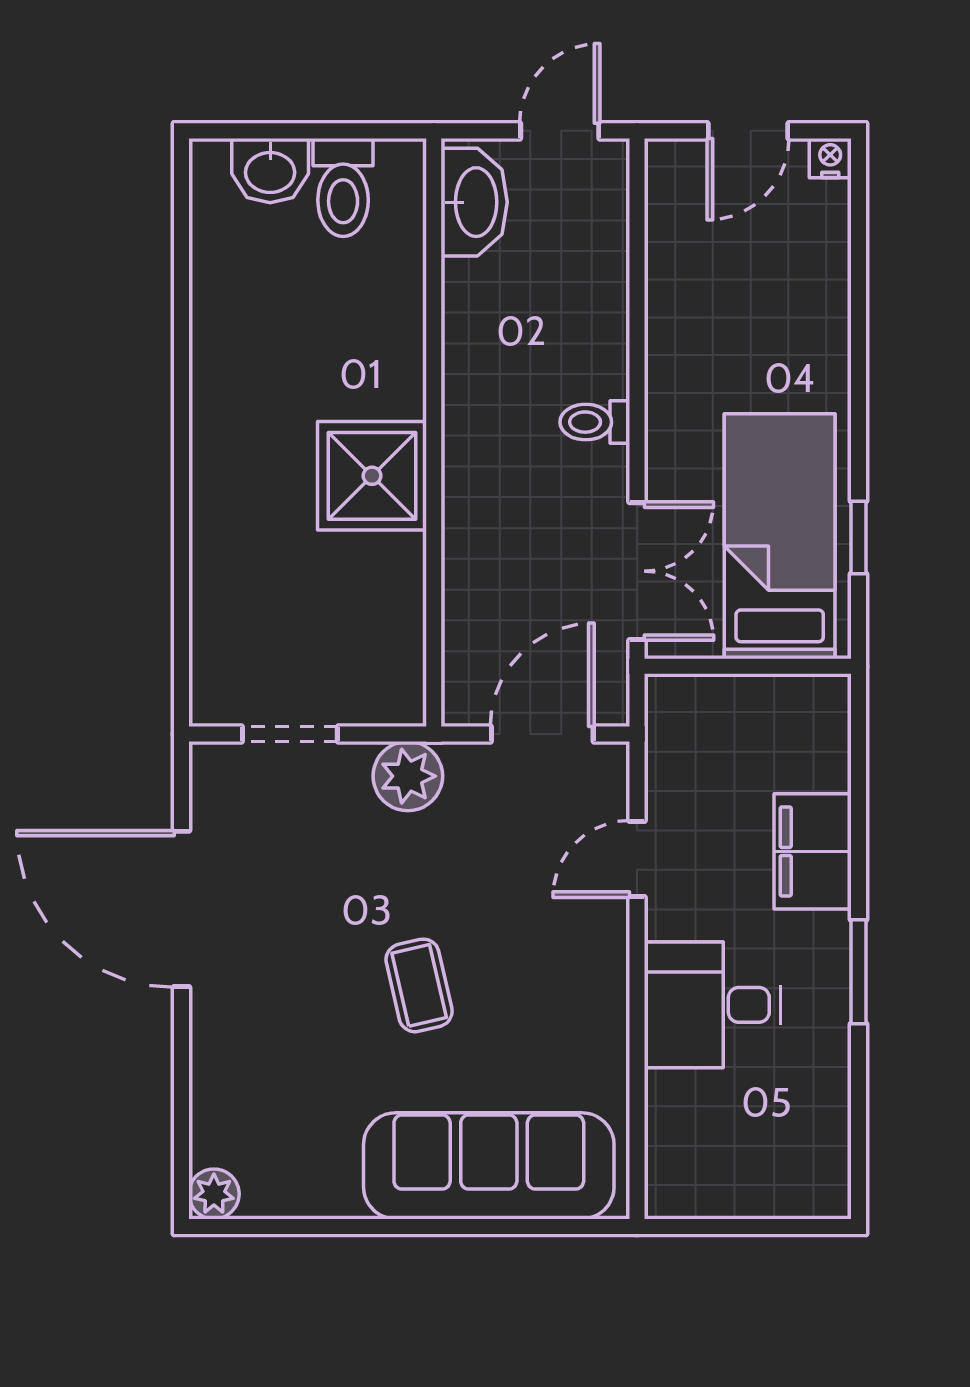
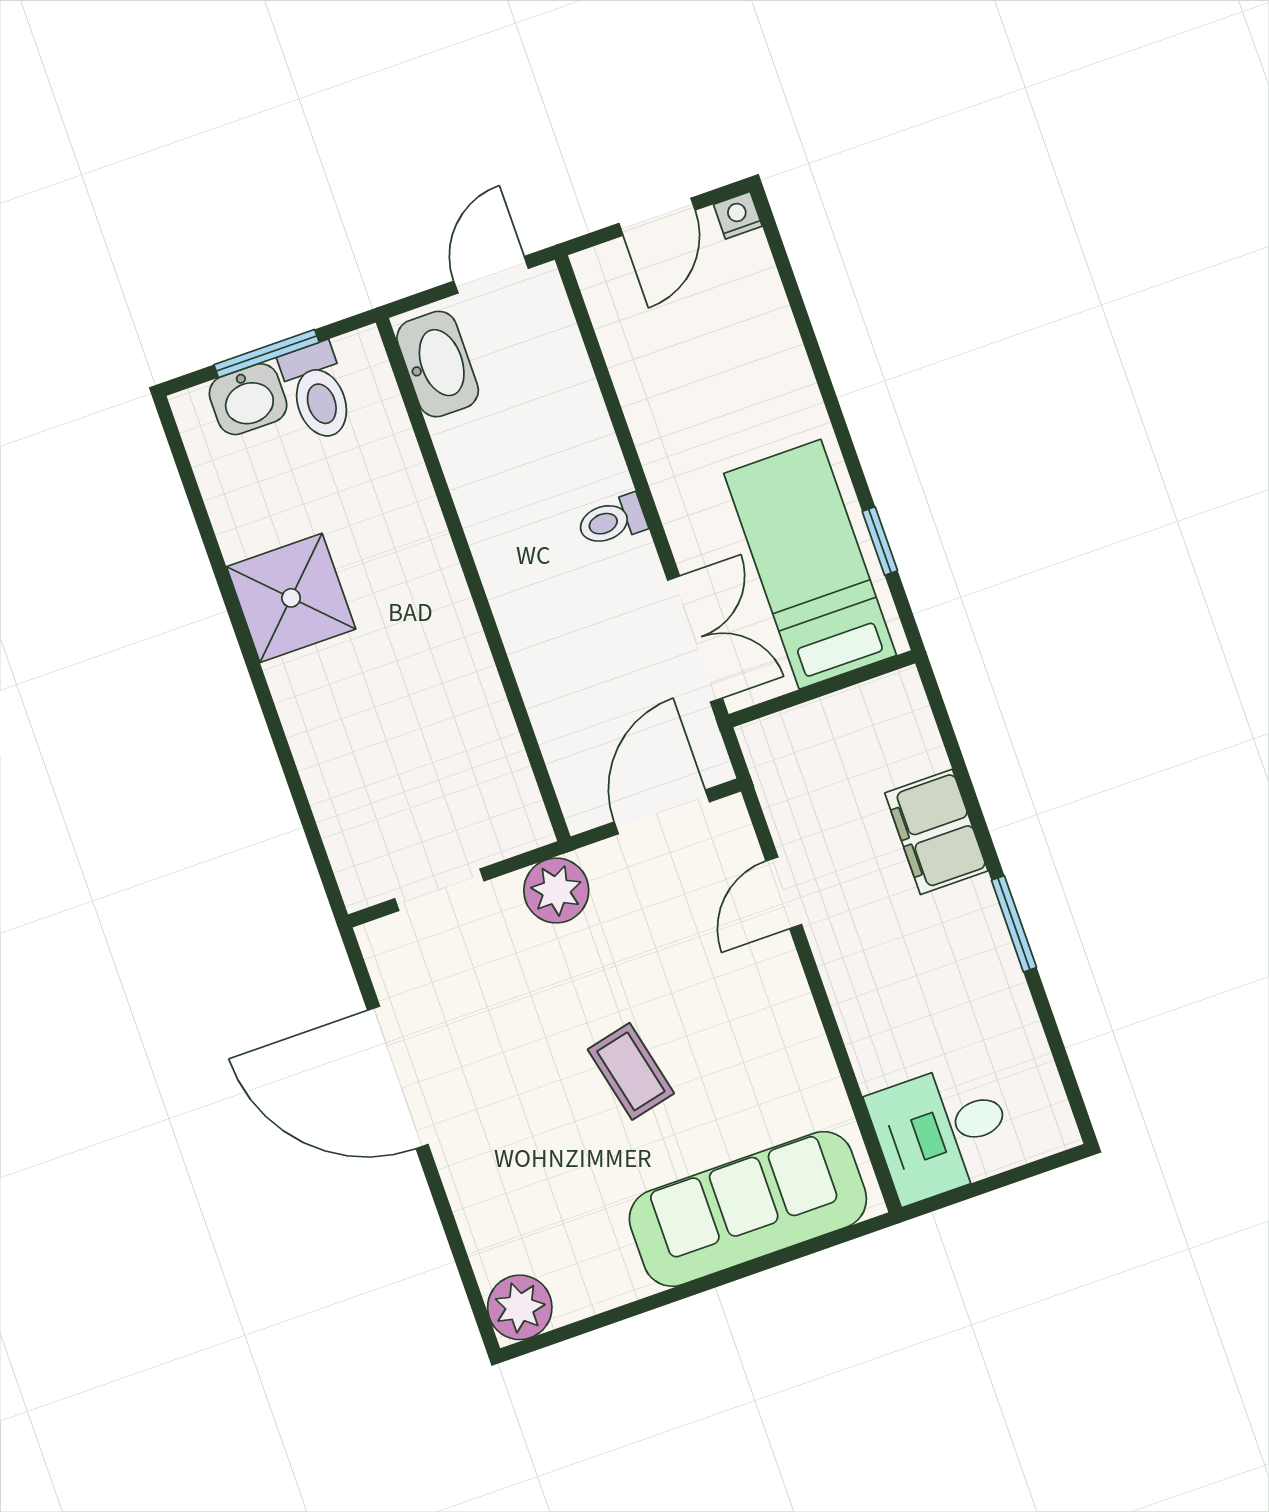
window: (305, 131) -> (267, 353), added
shower: (372, 476) -> (291, 598), moved
desk: (712, 1005) -> (942, 1131), moved
plant: (214, 1194) -> (520, 1307), width x1.38, depth x1.38

